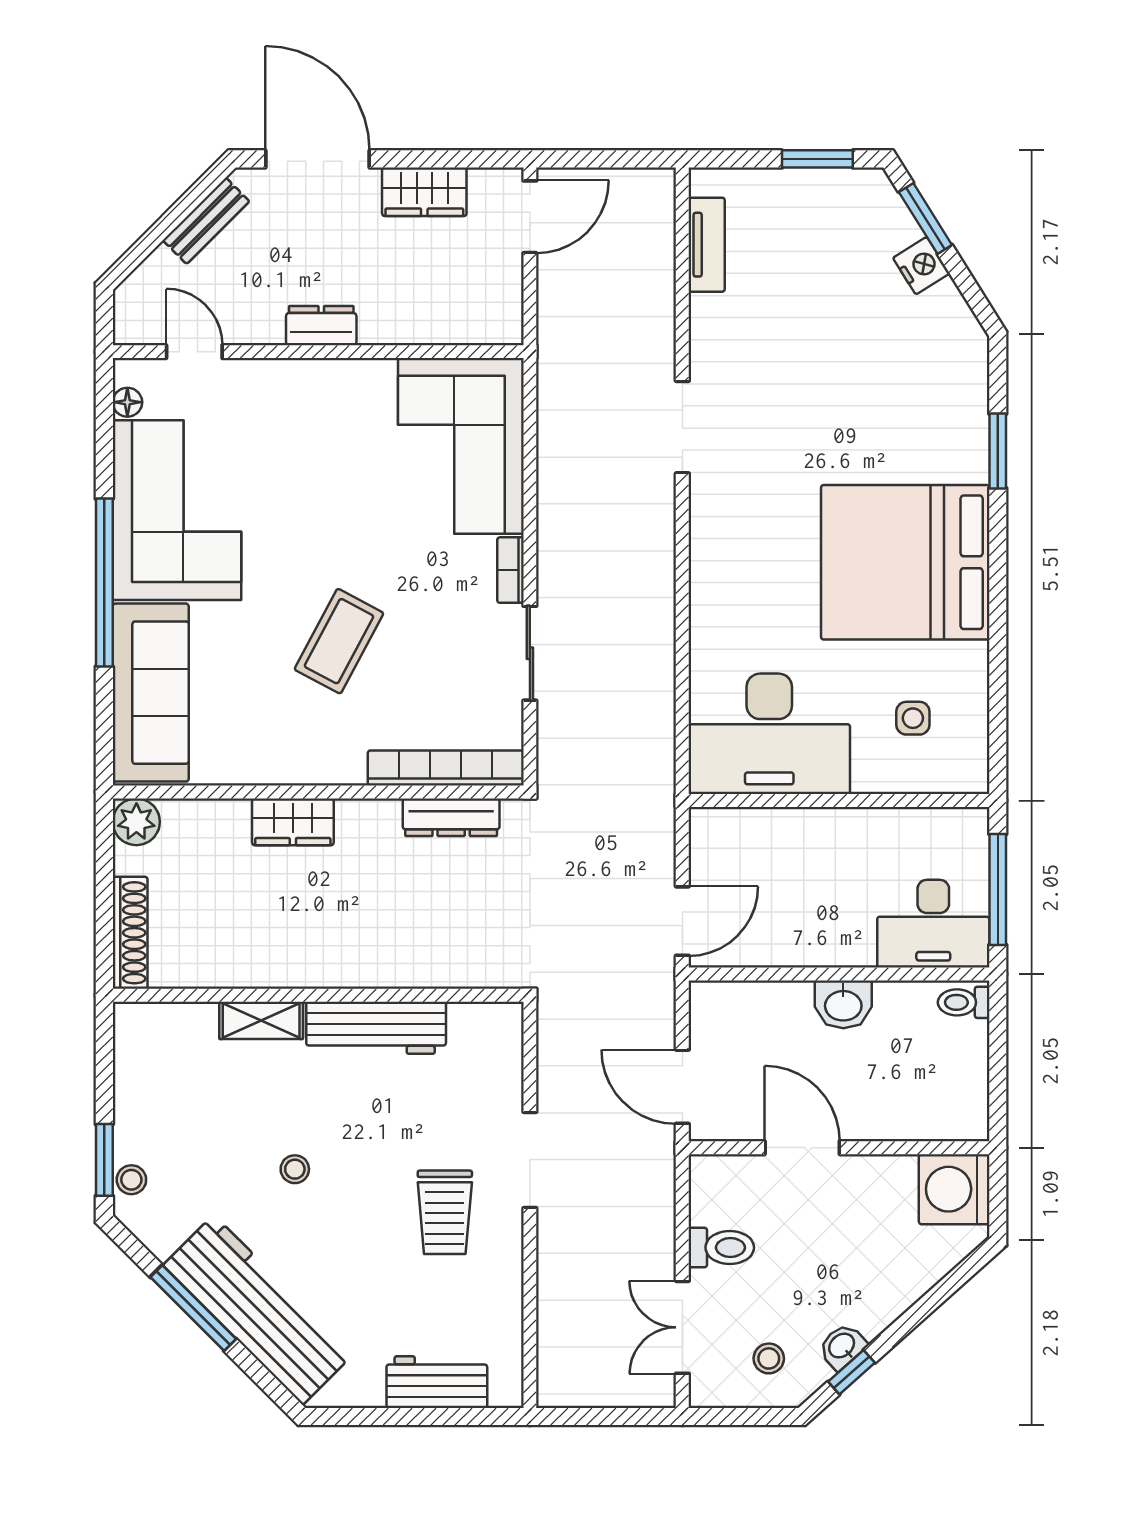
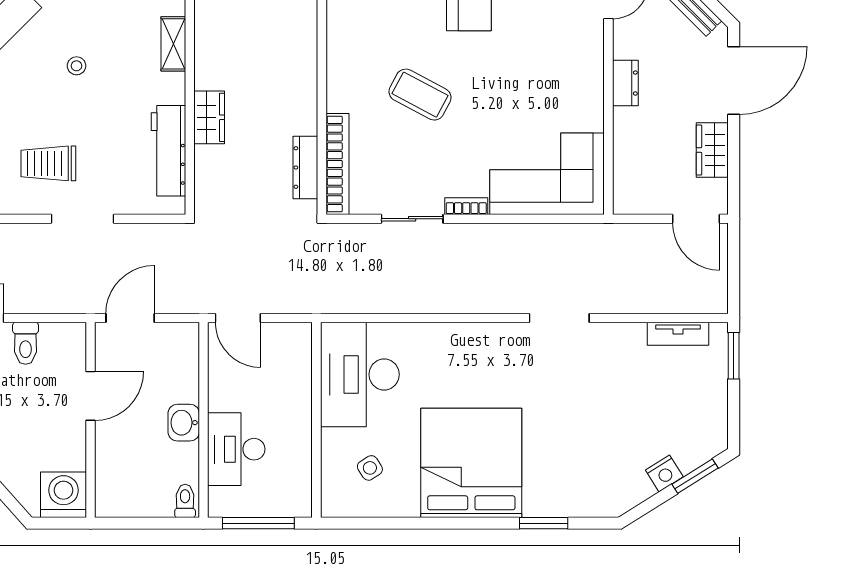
window: (817, 159) -> (734, 356), moved
side table: (913, 718) -> (370, 468), turned -33
wardrobe: (293, 822) -> (209, 117), moved, turned 180
desk: (933, 924) -> (236, 449), moved
workbench: (376, 1028) -> (168, 151), moved

